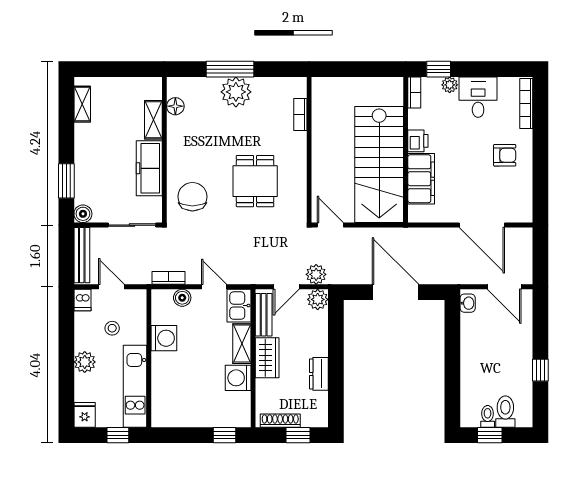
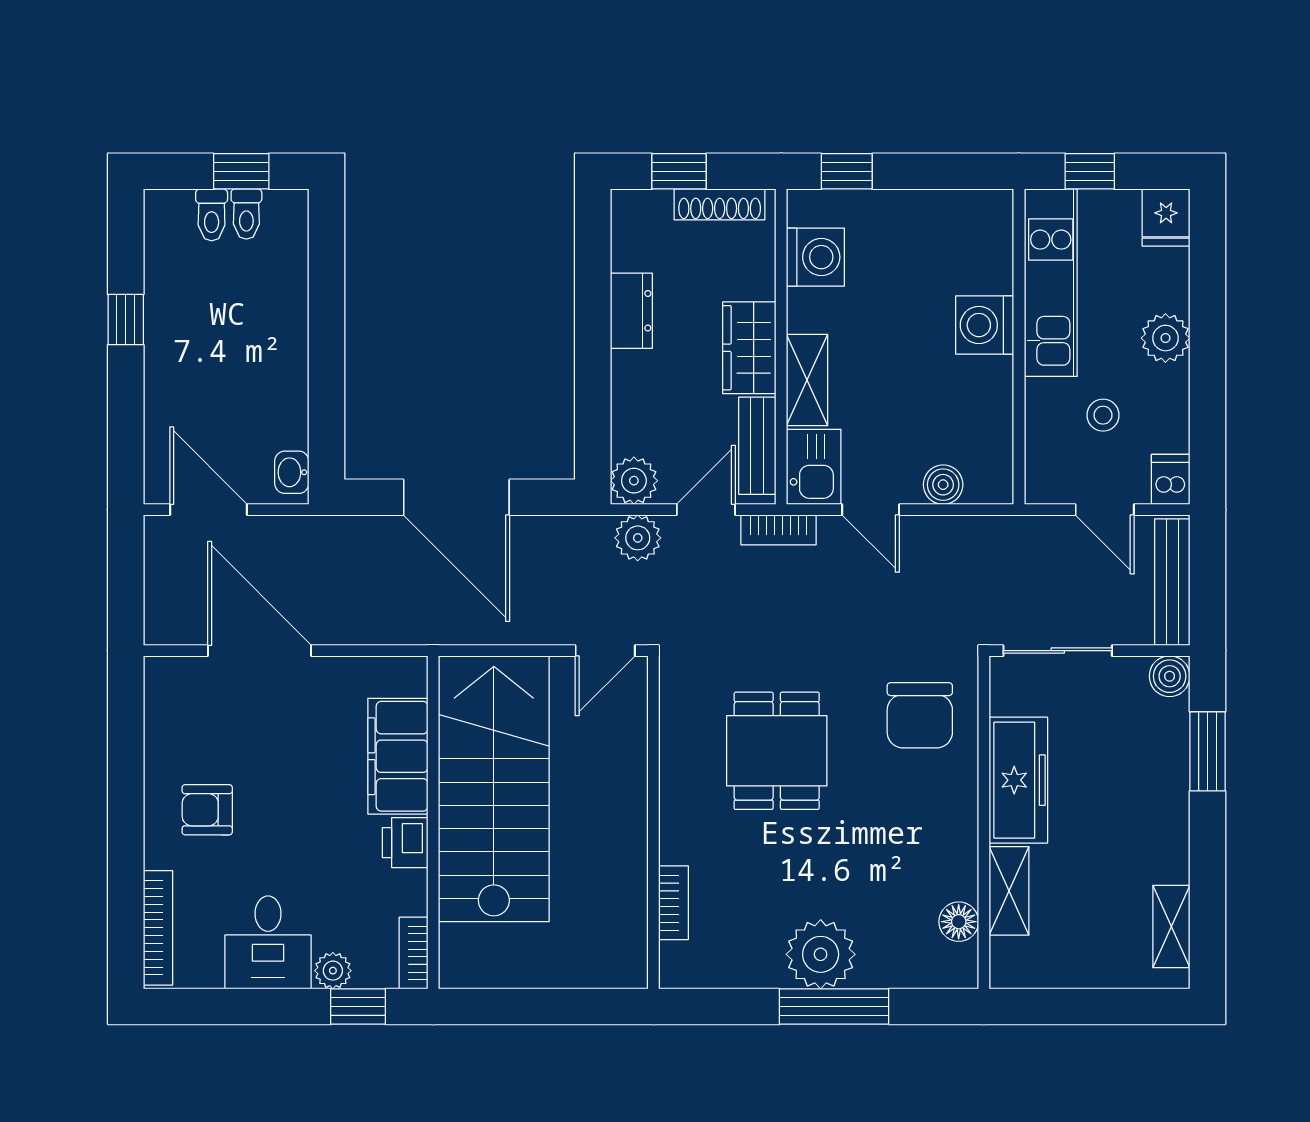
door: (330, 225) -> (605, 651), hinge flipped
bookcase: (169, 278) -> (778, 530), moved
washing machine: (164, 338) -> (985, 325), moved
washing machine: (238, 378) -> (815, 257), moved
toilet: (505, 412) -> (212, 215), width x0.73, depth x0.72

